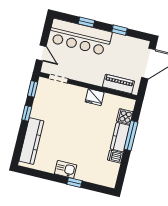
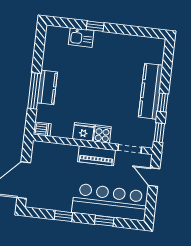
piano: (119, 84) -> (96, 156), moved
cooker: (125, 116) -> (102, 134), moved, turned -90
kitchen counter: (31, 141) -> (151, 91), moved
dishwasher: (115, 157) -> (42, 129), moved
kitchen sink: (66, 169) -> (81, 38), moved

